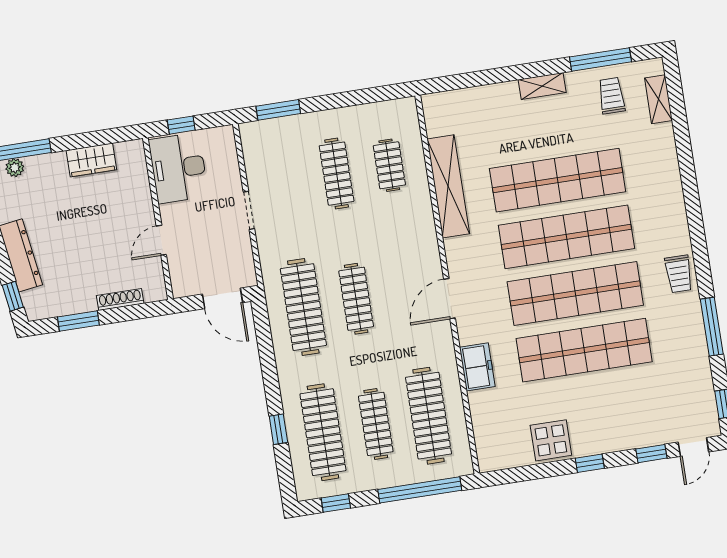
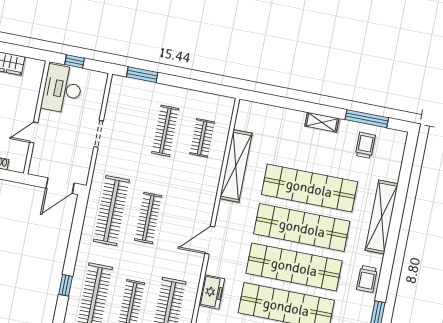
shelving: (658, 99) -> (382, 217), moved, width x2.20, depth x1.33
door: (222, 298) -> (60, 186), hinge flipped

